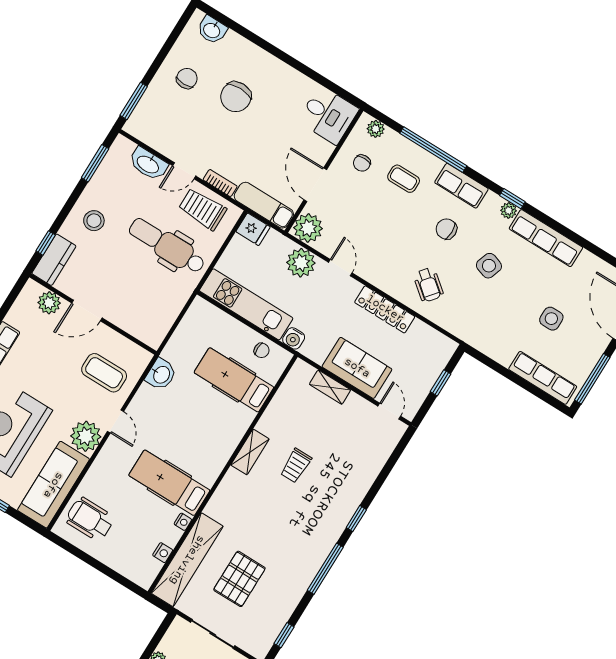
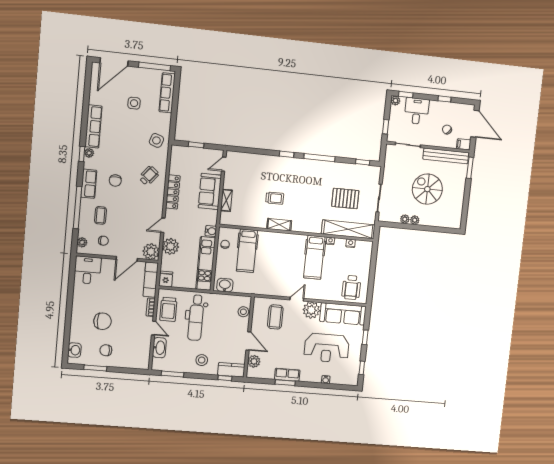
window: (134, 101) -> (95, 368), moved
side table: (489, 266) -> (156, 140), moved
stool: (138, 326) -> (243, 312), added
washbasin: (161, 374) -> (225, 285), moved

